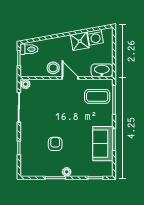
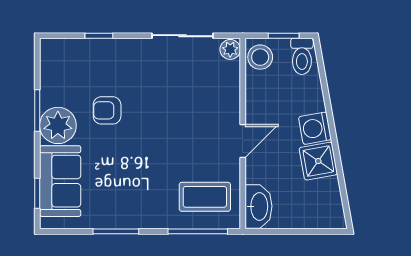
washing machine: (95, 37) -> (315, 128), moved
stool: (53, 68) -> (260, 57), moved
coffee table: (97, 96) -> (205, 197), turned 90
armchair: (55, 144) -> (107, 110), turned 180
sofa: (103, 144) -> (60, 181), moved, turned 90
plant: (67, 172) -> (58, 125), width x1.88, depth x1.88

